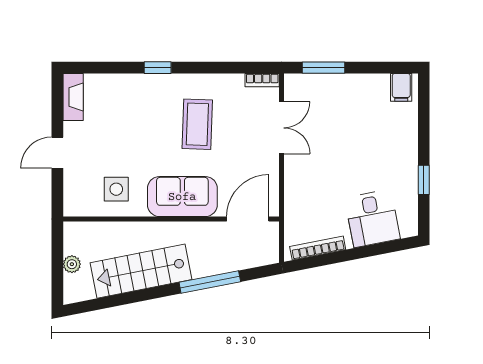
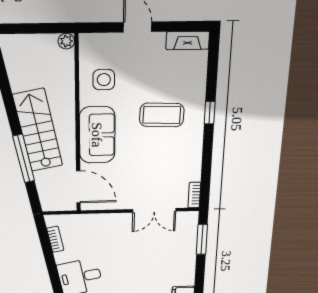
coffee table: (197, 124) -> (162, 115), moved
bookcase: (318, 248) -> (55, 239), width x0.64
plant: (72, 264) -> (66, 41), moved
stairs: (141, 271) -> (38, 130), moved

